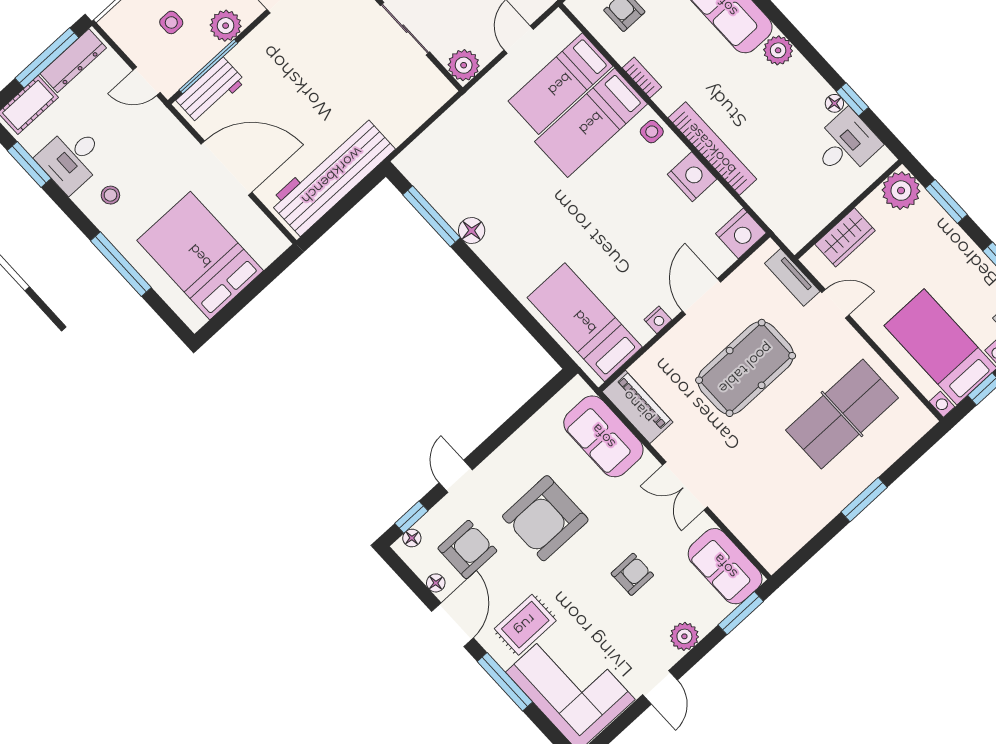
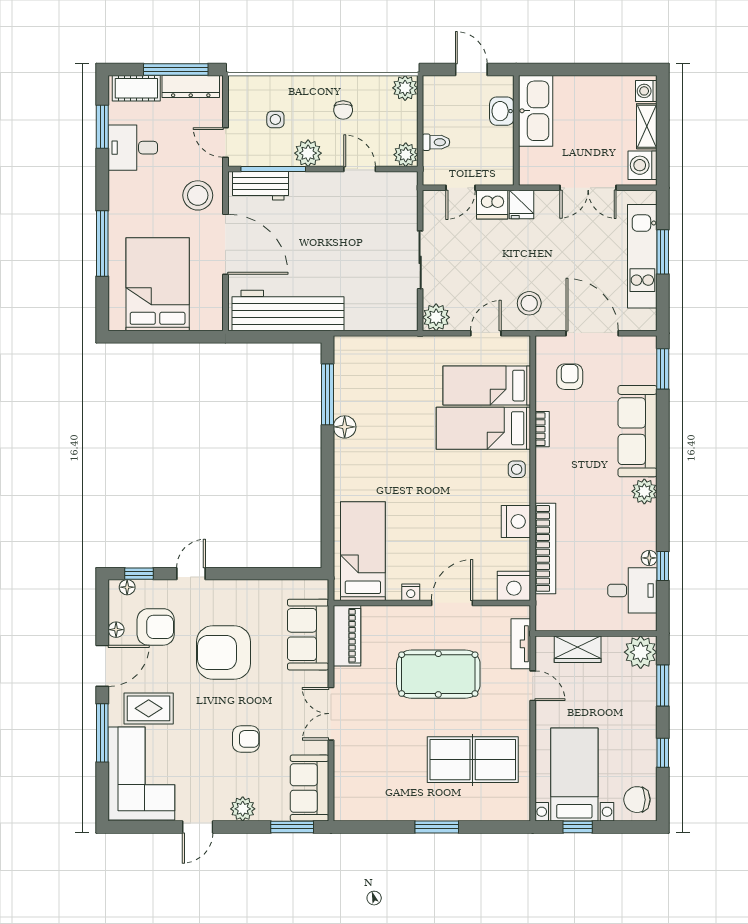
bookcase: (712, 149) -> (545, 548), moved
stool: (110, 195) -> (198, 195), moved, width x1.89, depth x1.89

